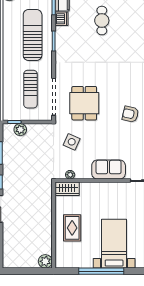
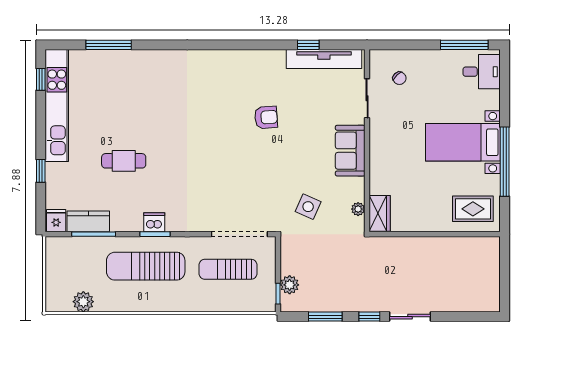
dishwasher: (61, 19) -> (154, 222), moved
sun lounger: (30, 89) -> (228, 269), turned 180
dining table: (84, 103) -> (249, 188), removed
armchair: (130, 114) -> (266, 117), turned -107
rug: (72, 228) -> (473, 209), moved
plant: (45, 261) -> (490, 247), removed

